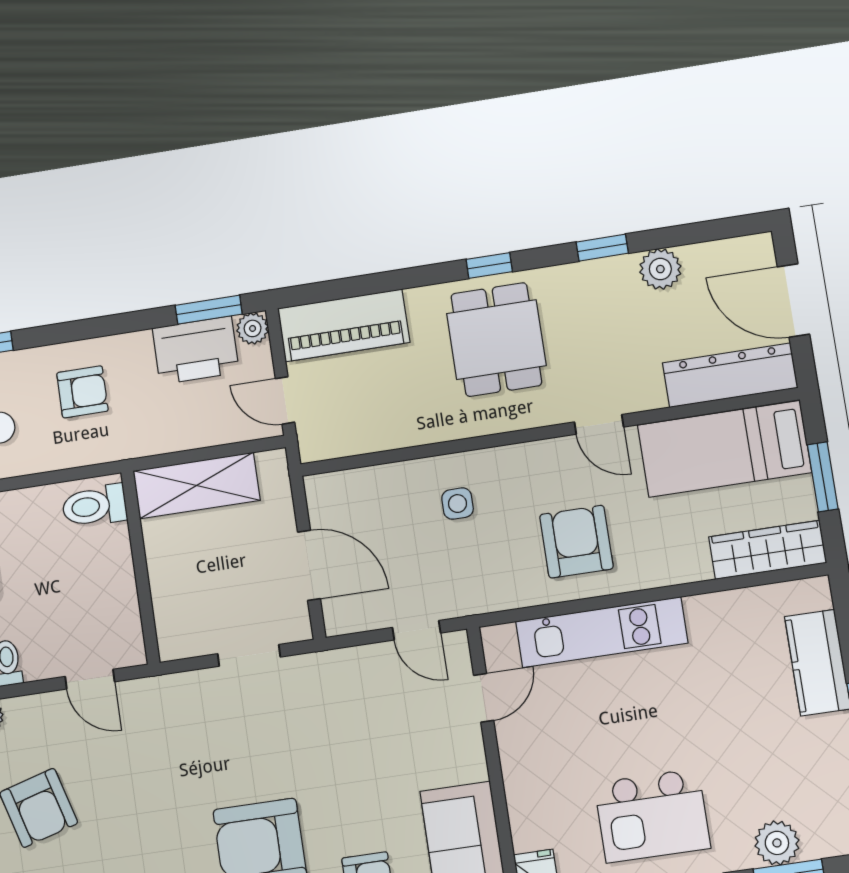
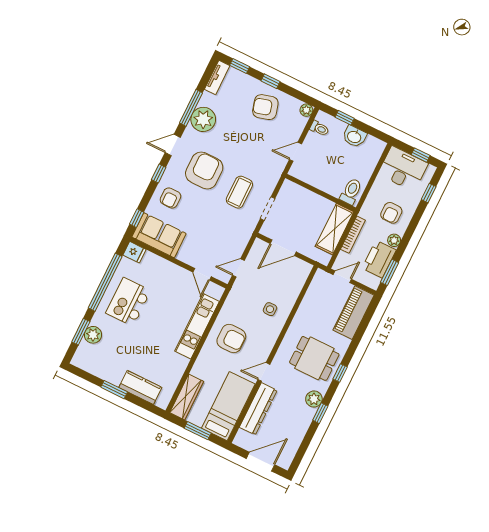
plant: (660, 269) -> (314, 399), moved
plant: (253, 328) -> (394, 240), moved
dresser: (730, 375) -> (258, 409), moved
bookcase: (182, 439) -> (353, 235), added
coffee table: (255, 739) -> (239, 192), added

